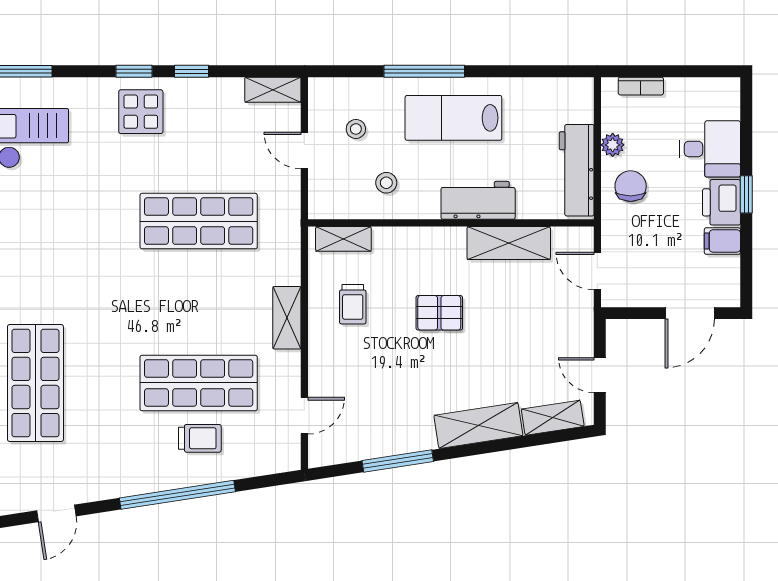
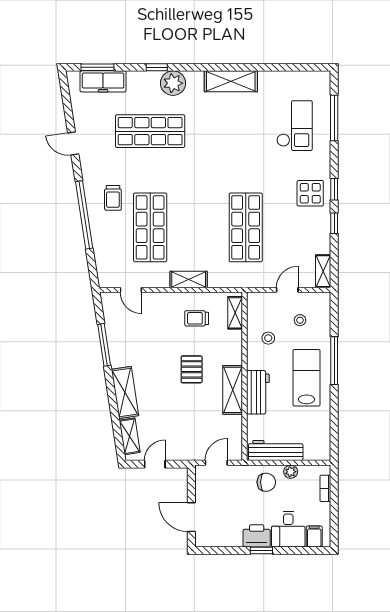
filing cabinet: (722, 241) -> (314, 536), moved
shelving: (509, 243) -> (233, 390), moved
trolley: (200, 438) -> (113, 198), moved

